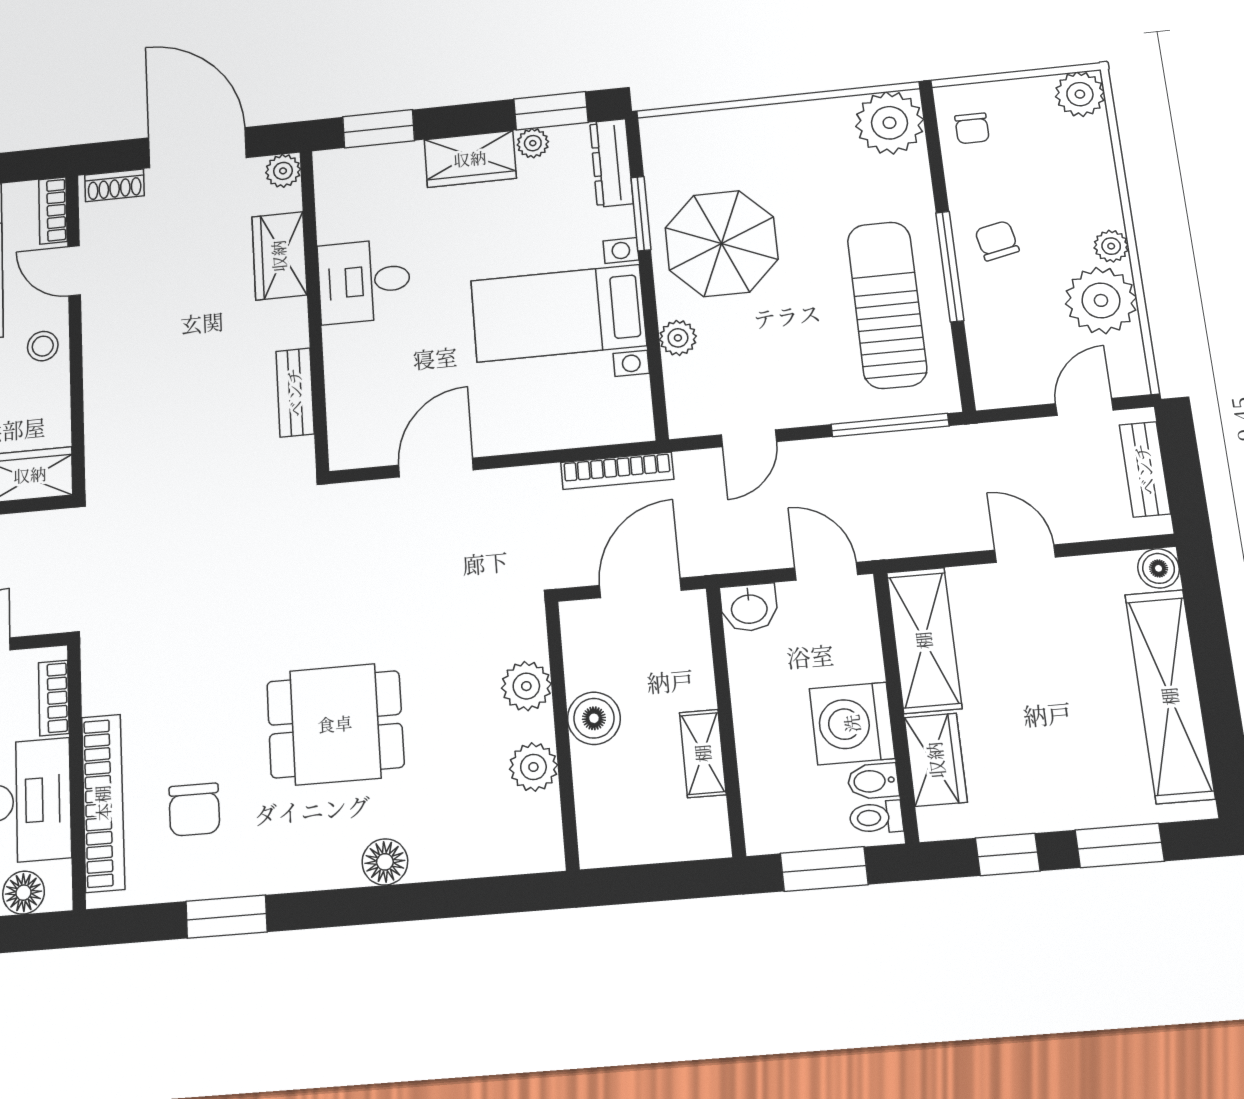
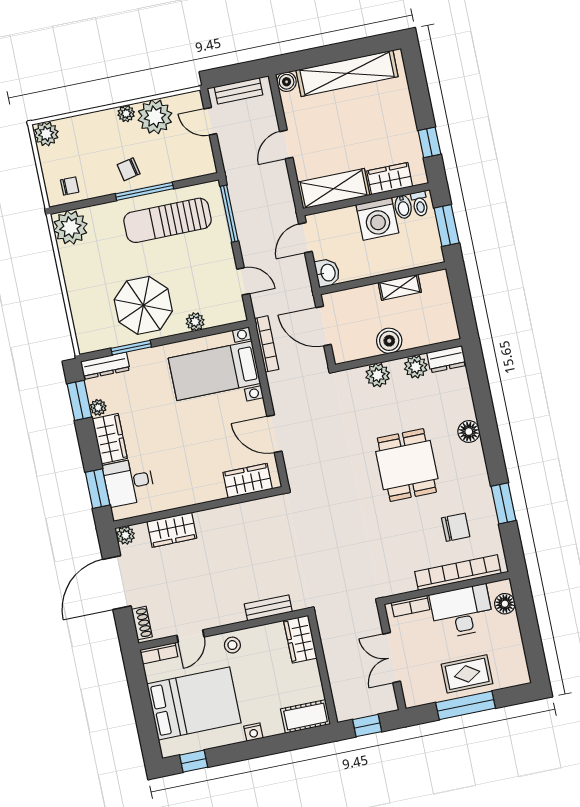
desk: (364, 281) -> (129, 482), moved, turned 90
bed with nightstands: (558, 313) -> (214, 371), moved, turned 90
bench: (295, 392) -> (268, 608), moved
wardrobe: (352, 407) -> (248, 481), added
dresser: (541, 833) -> (446, 359), added
window: (1120, 845) -> (419, 92), removed

